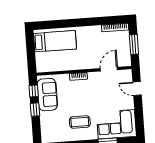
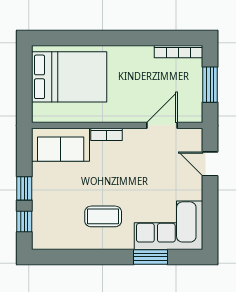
bed: (55, 41) -> (69, 77), width x1.50
window: (34, 91) -> (24, 221), moved
sofa: (47, 95) -> (61, 145), moved, turned 90

